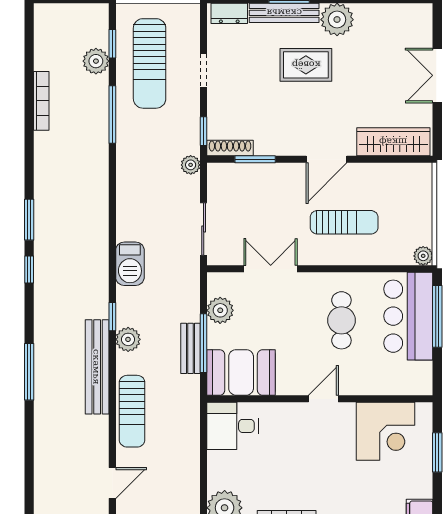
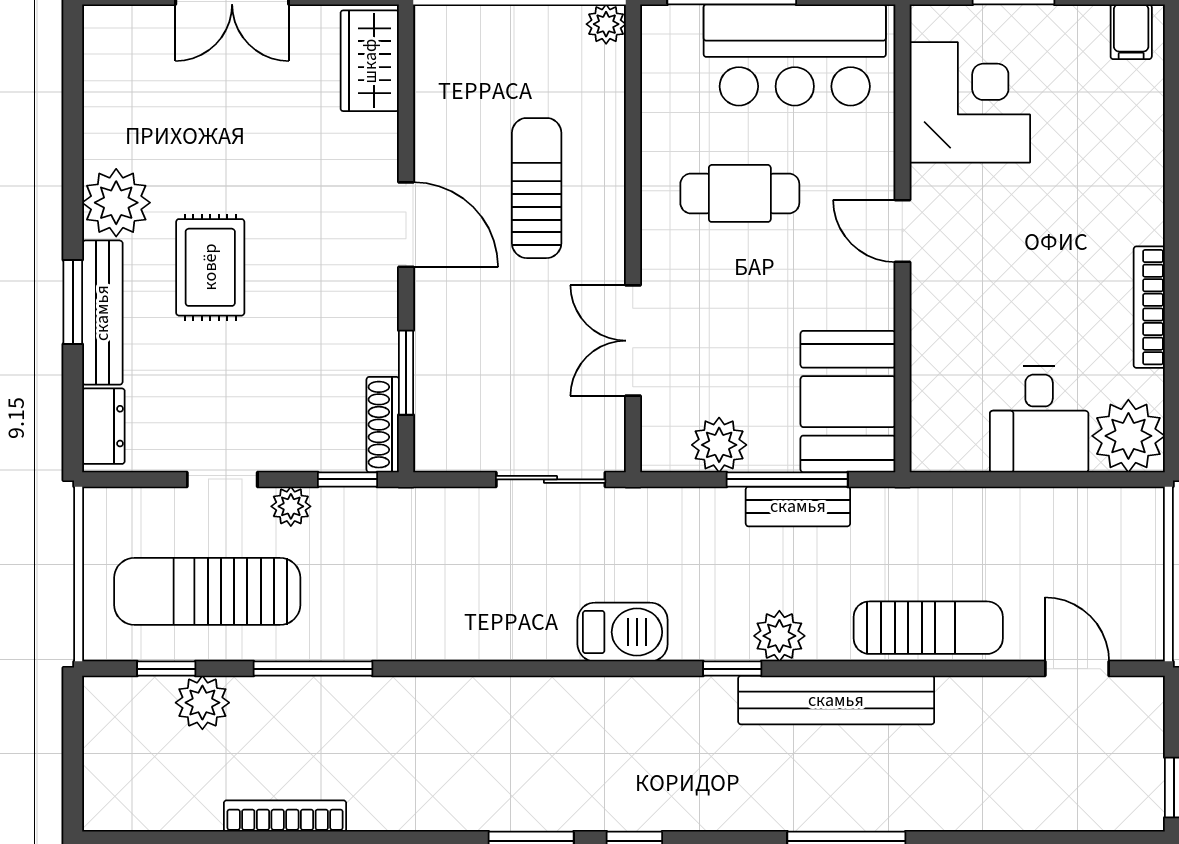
sun lounger: (150, 63) -> (207, 591), turned 180
wardrobe: (393, 142) -> (370, 61), width x0.67
plant: (191, 165) -> (291, 506), moved
bar counter: (408, 316) -> (795, 55), moved
desk: (233, 426) -> (1039, 419), moved

